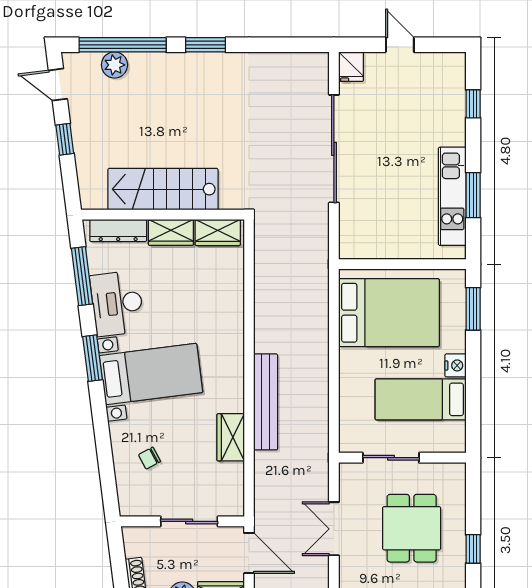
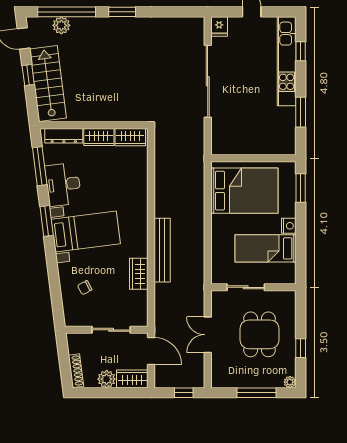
stairs: (163, 189) -> (48, 84), moved, turned 83
kitchen unit: (452, 196) -> (287, 61), moved, width x1.36

